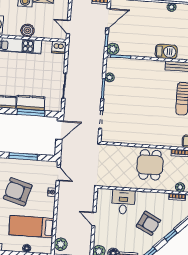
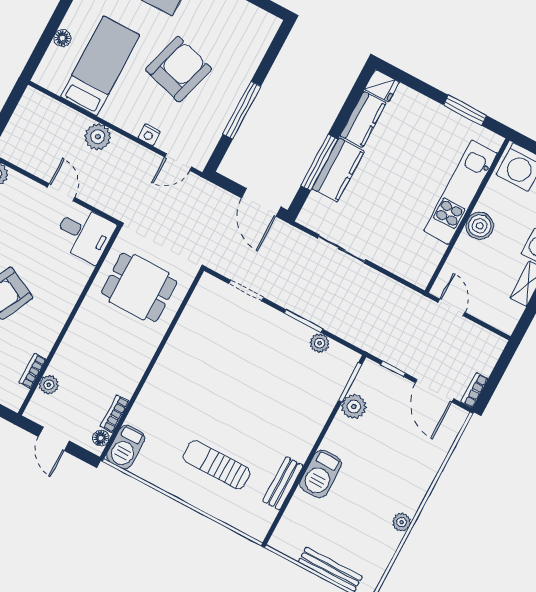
door: (68, 27) -> (451, 307), hinge flipped
dishwasher: (58, 47) -> (421, 271), removed
plant: (113, 49) -> (354, 407), moved
dining table: (150, 165) -> (139, 287), moved
desk: (123, 202) -> (84, 234), moved
door: (94, 219) -> (61, 192), hinge flipped
plant: (61, 244) -> (98, 137), moved

